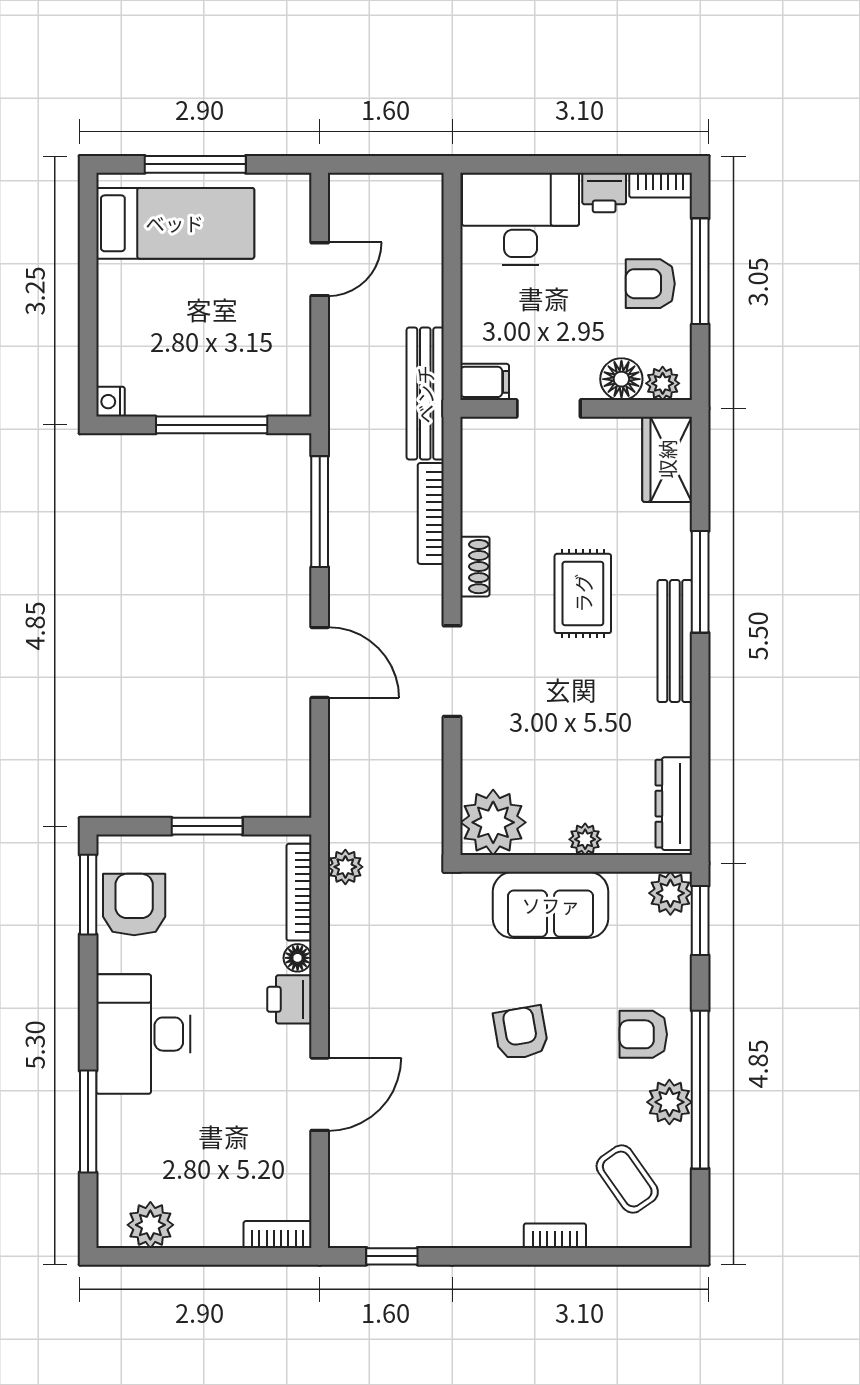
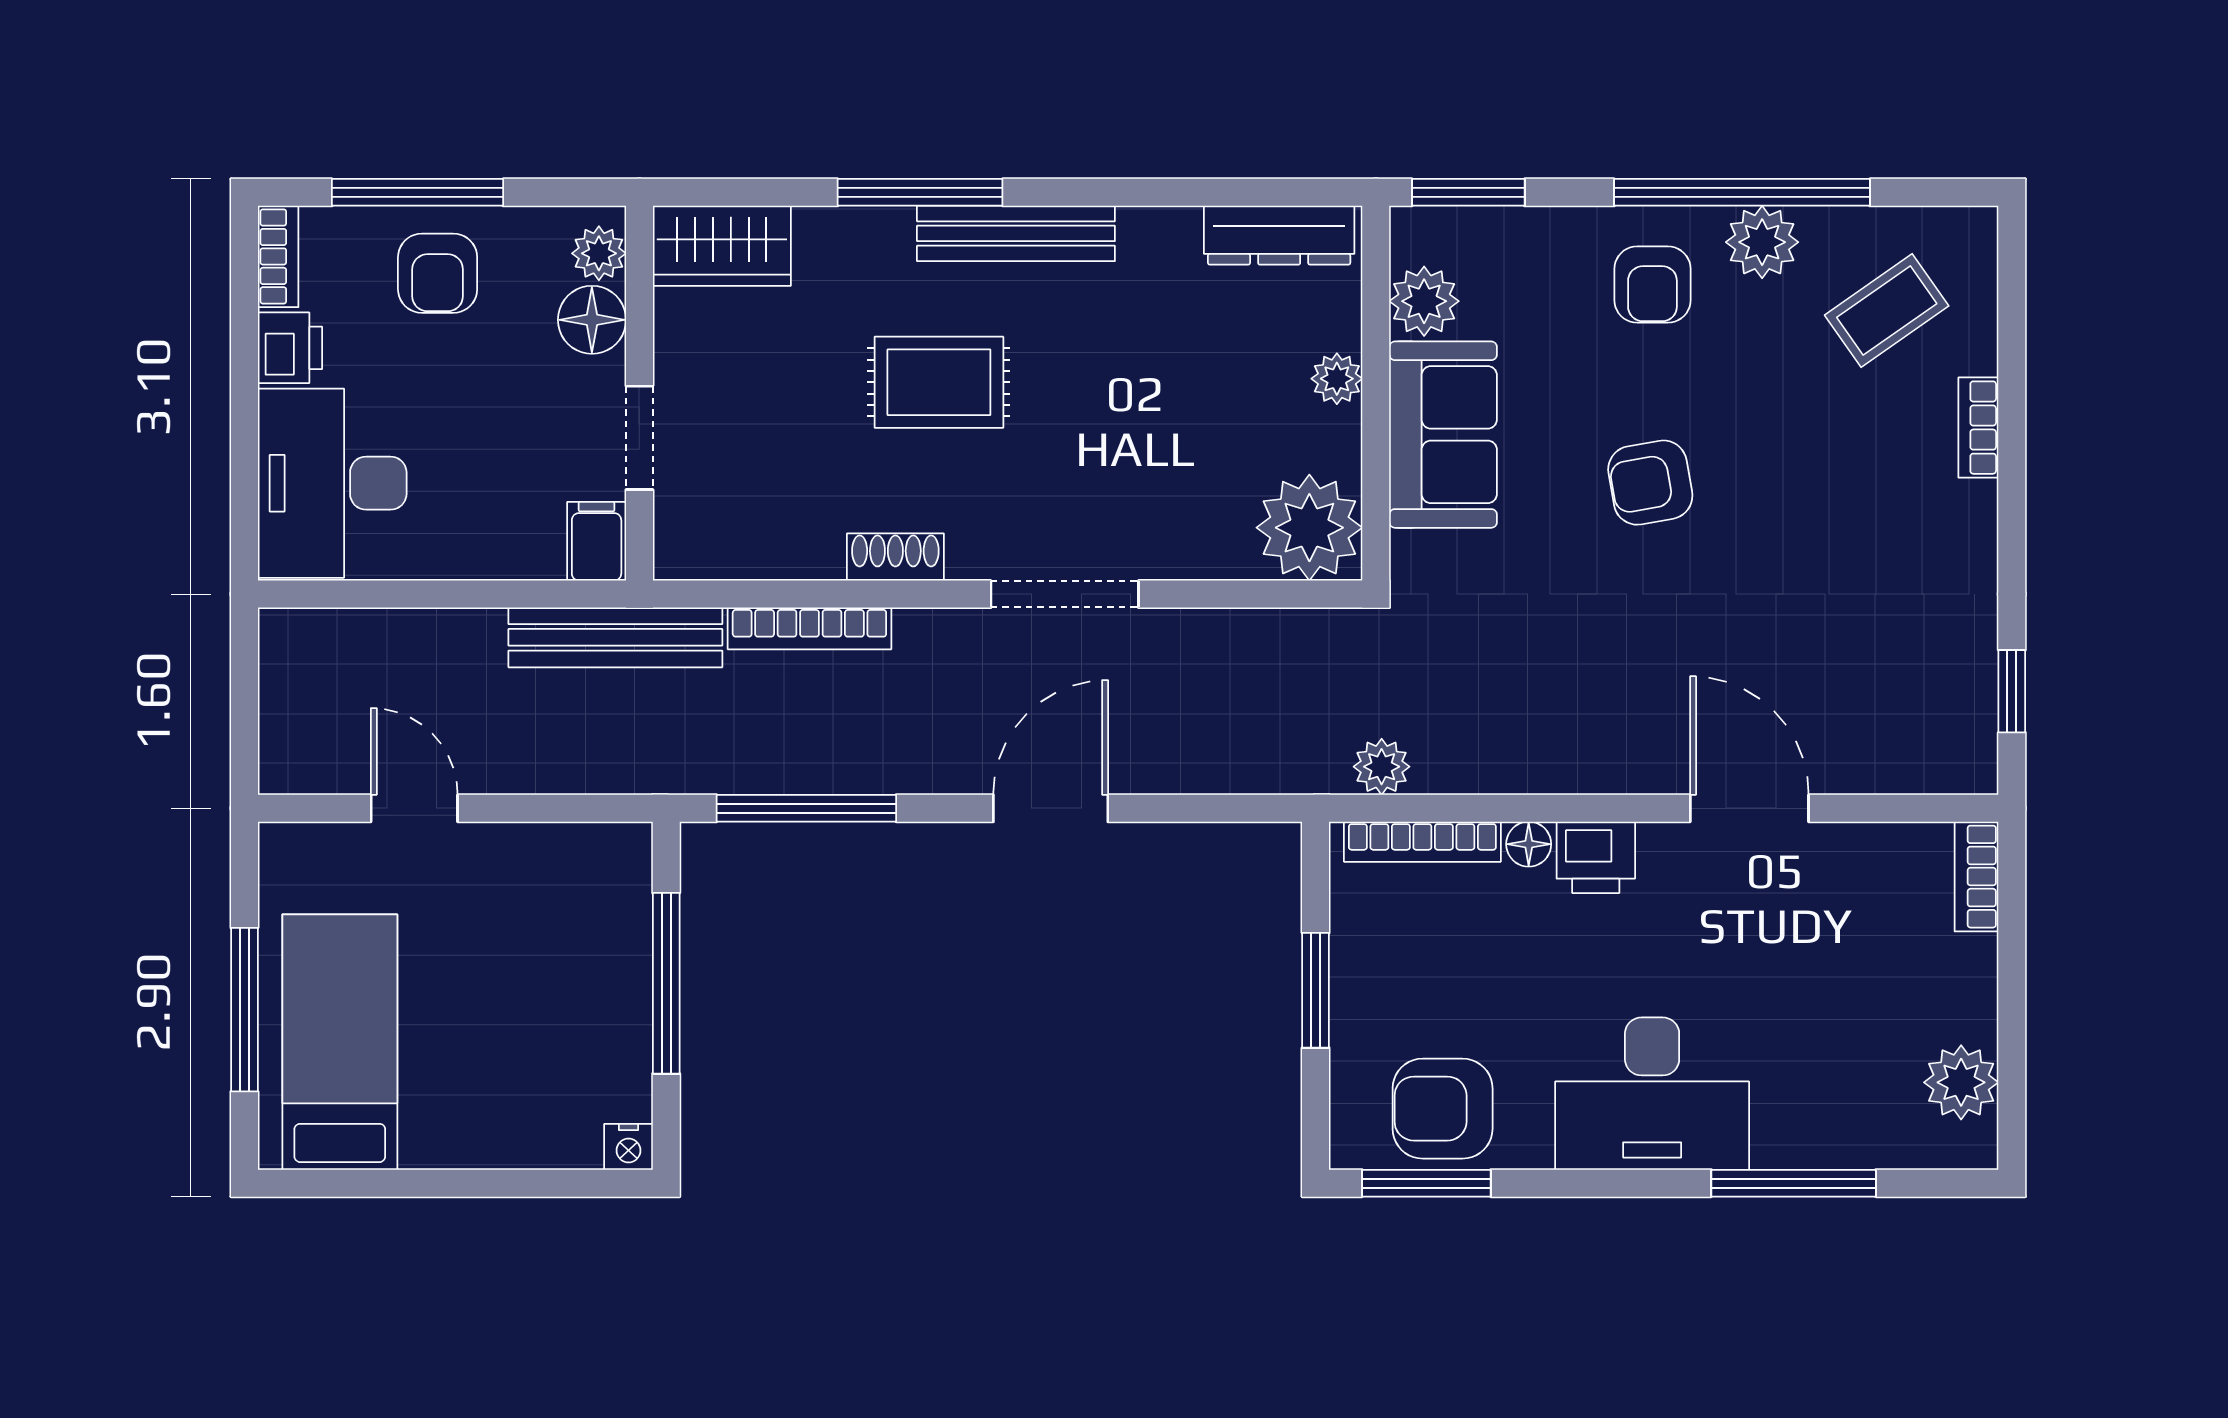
plant: (670, 893) -> (1424, 301), moved

